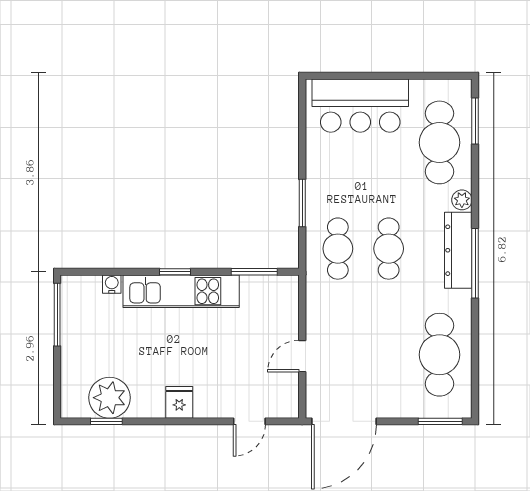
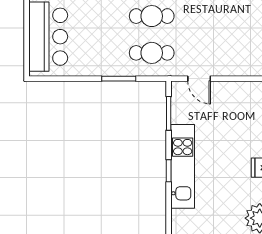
water cooler: (112, 284) -> (177, 217), removed
door: (302, 356) -> (199, 79), moved

